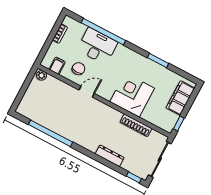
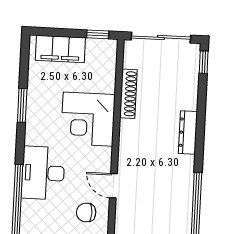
desk: (97, 46) -> (43, 173), moved
dresser: (110, 156) -> (188, 132), moved

